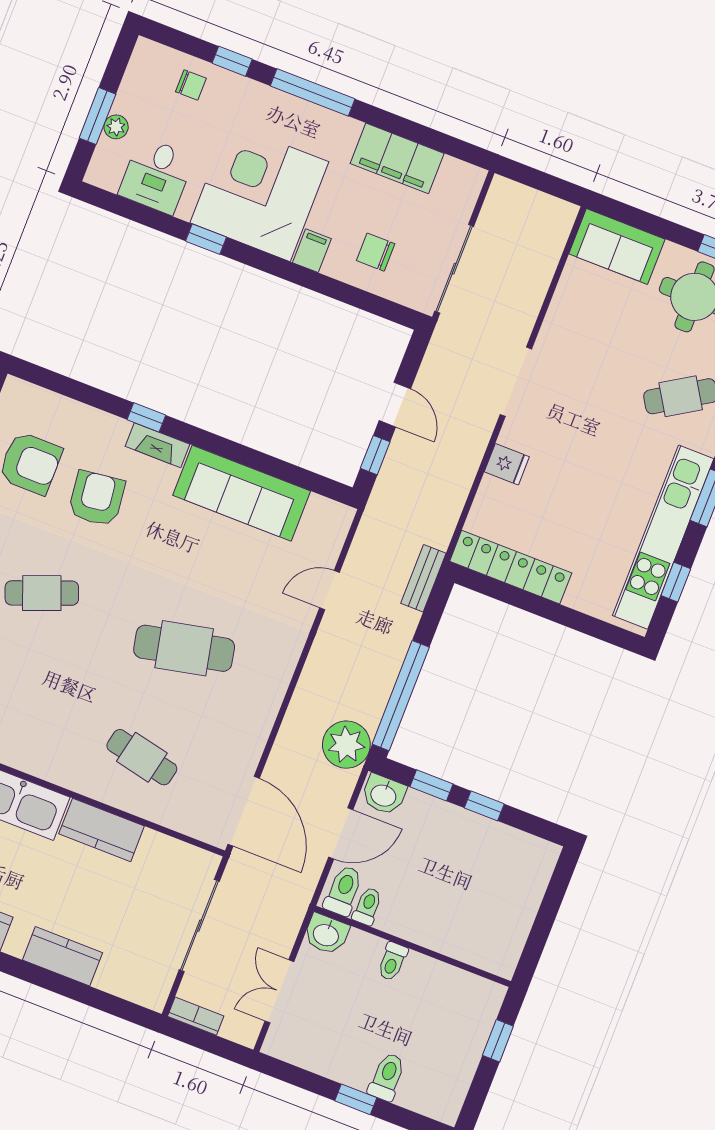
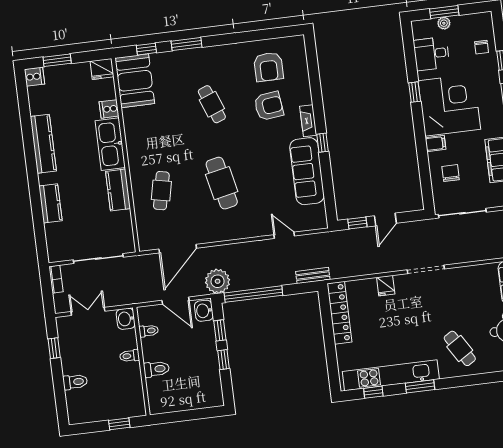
window: (146, 417) -> (322, 143), moved
door: (244, 811) -> (178, 249), moved
toilet: (343, 891) -> (156, 369), moved
window: (356, 1099) -> (54, 348), moved

